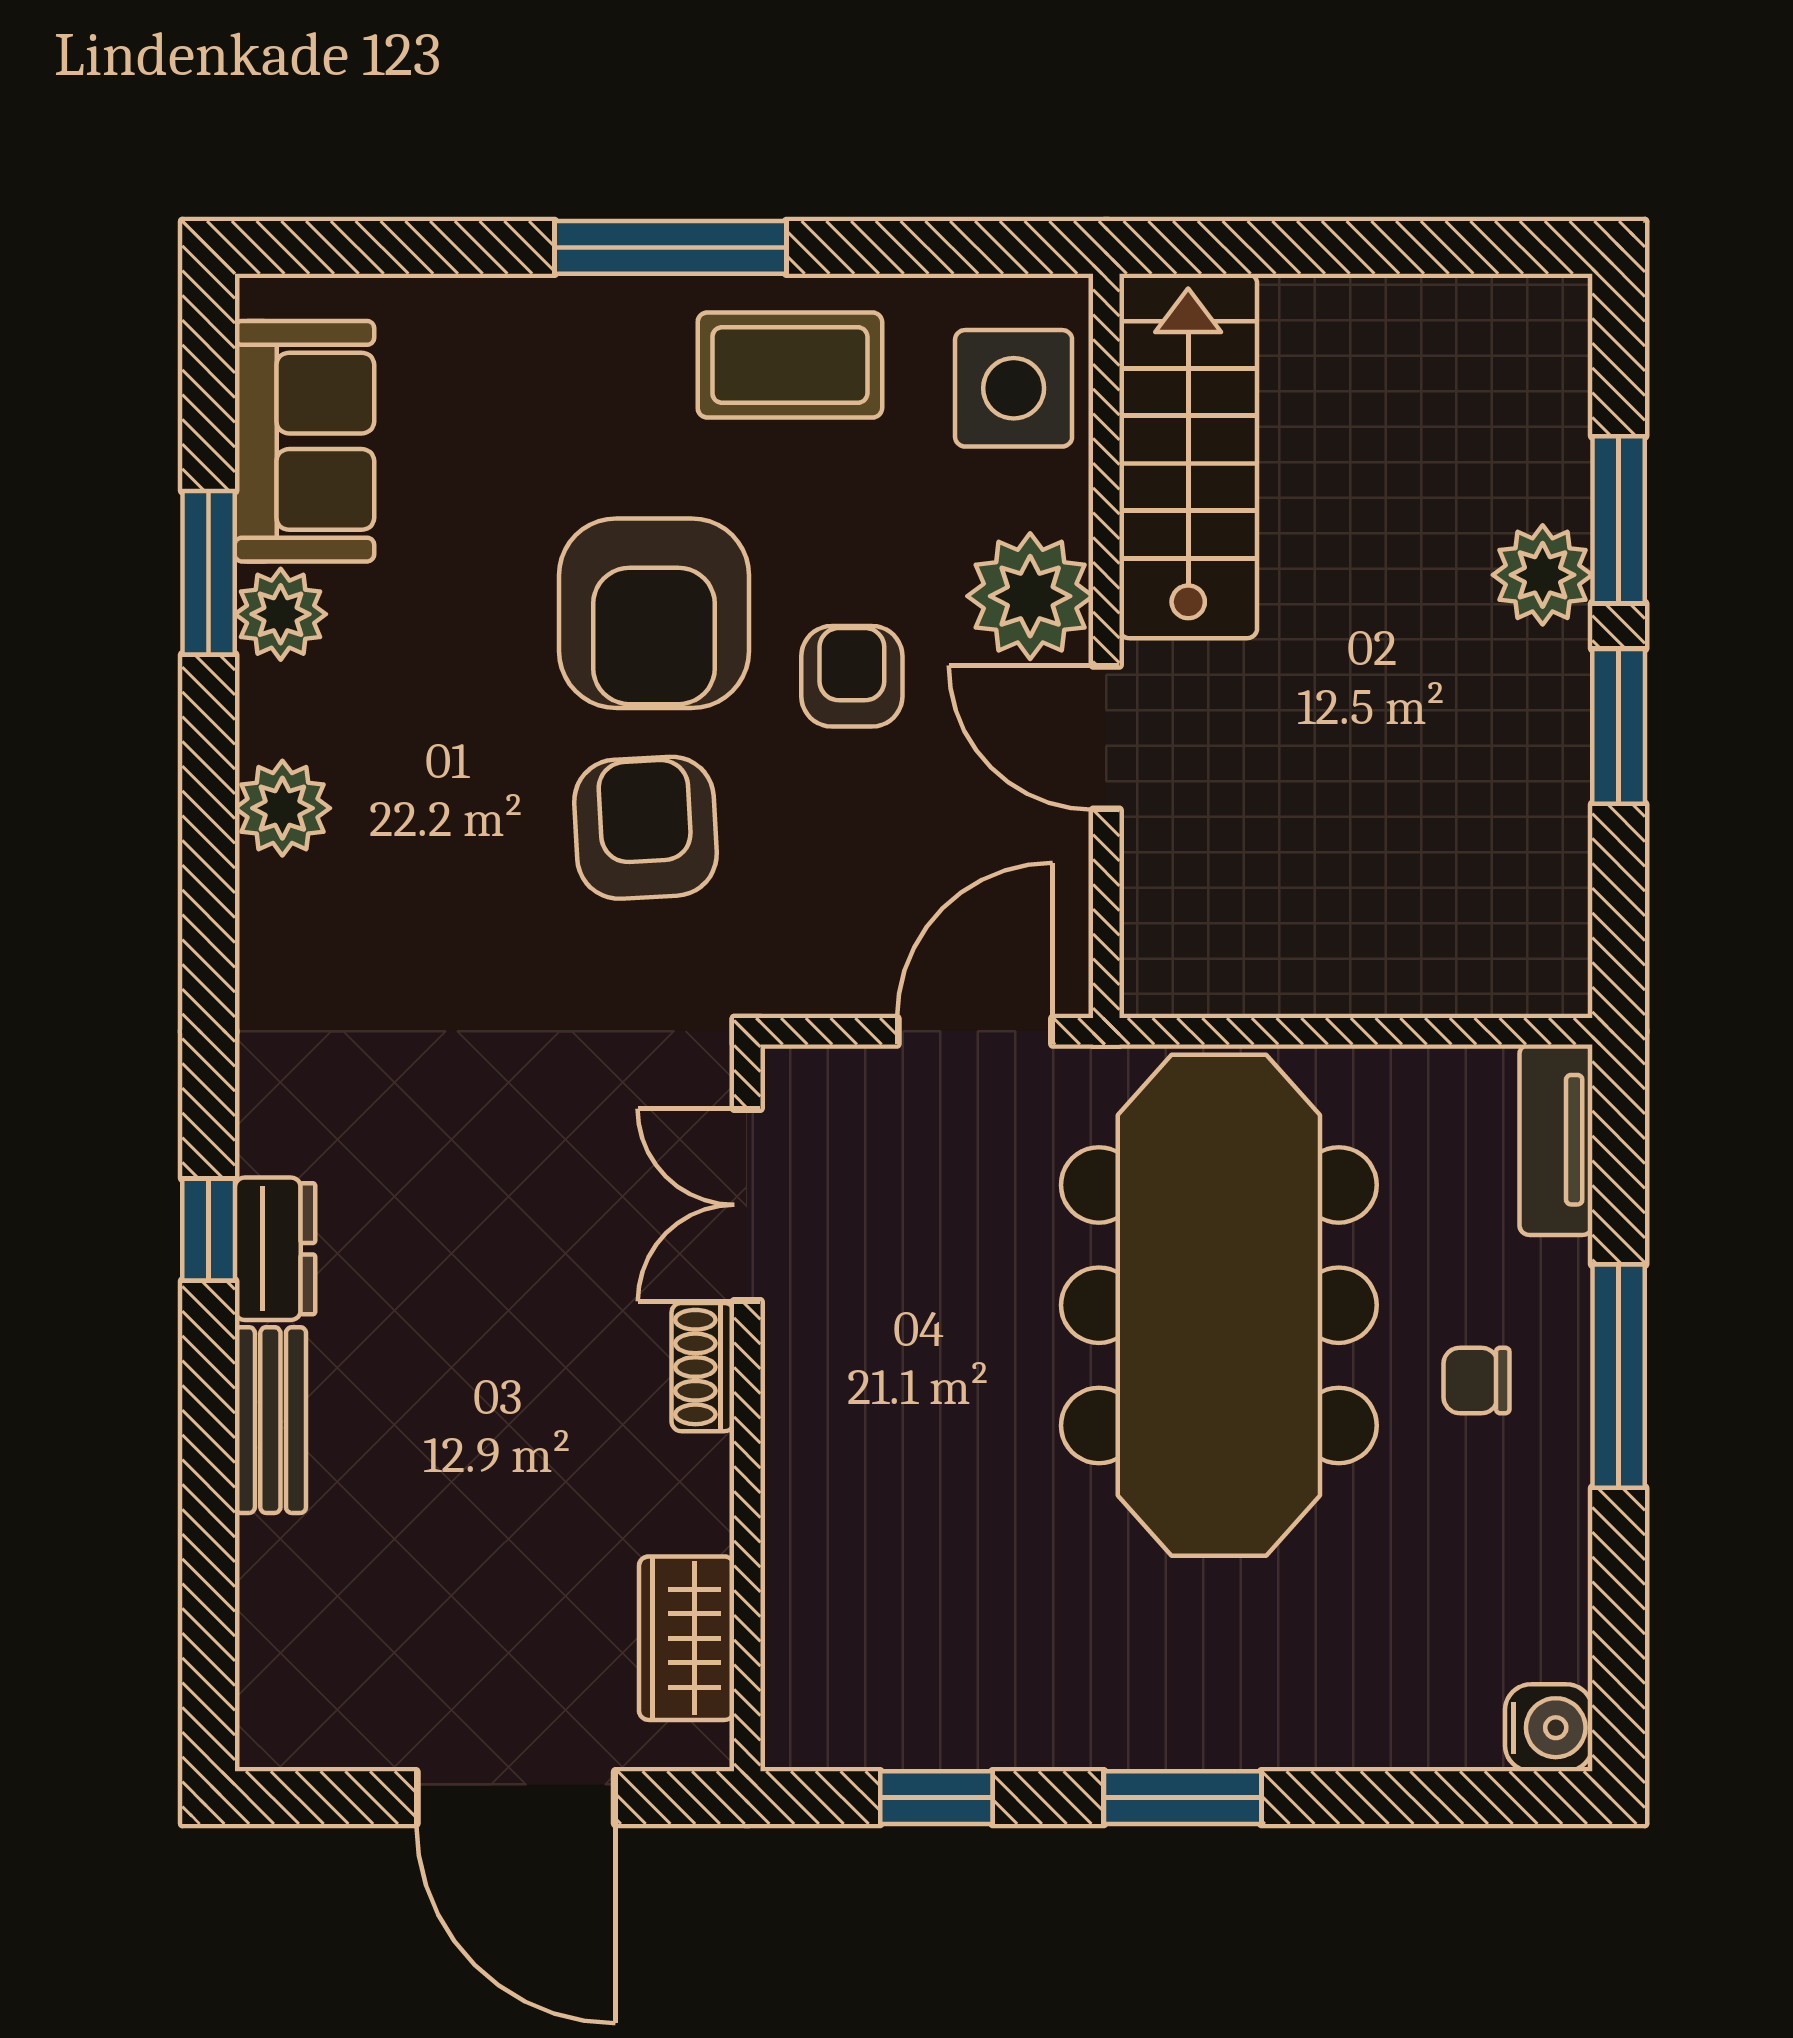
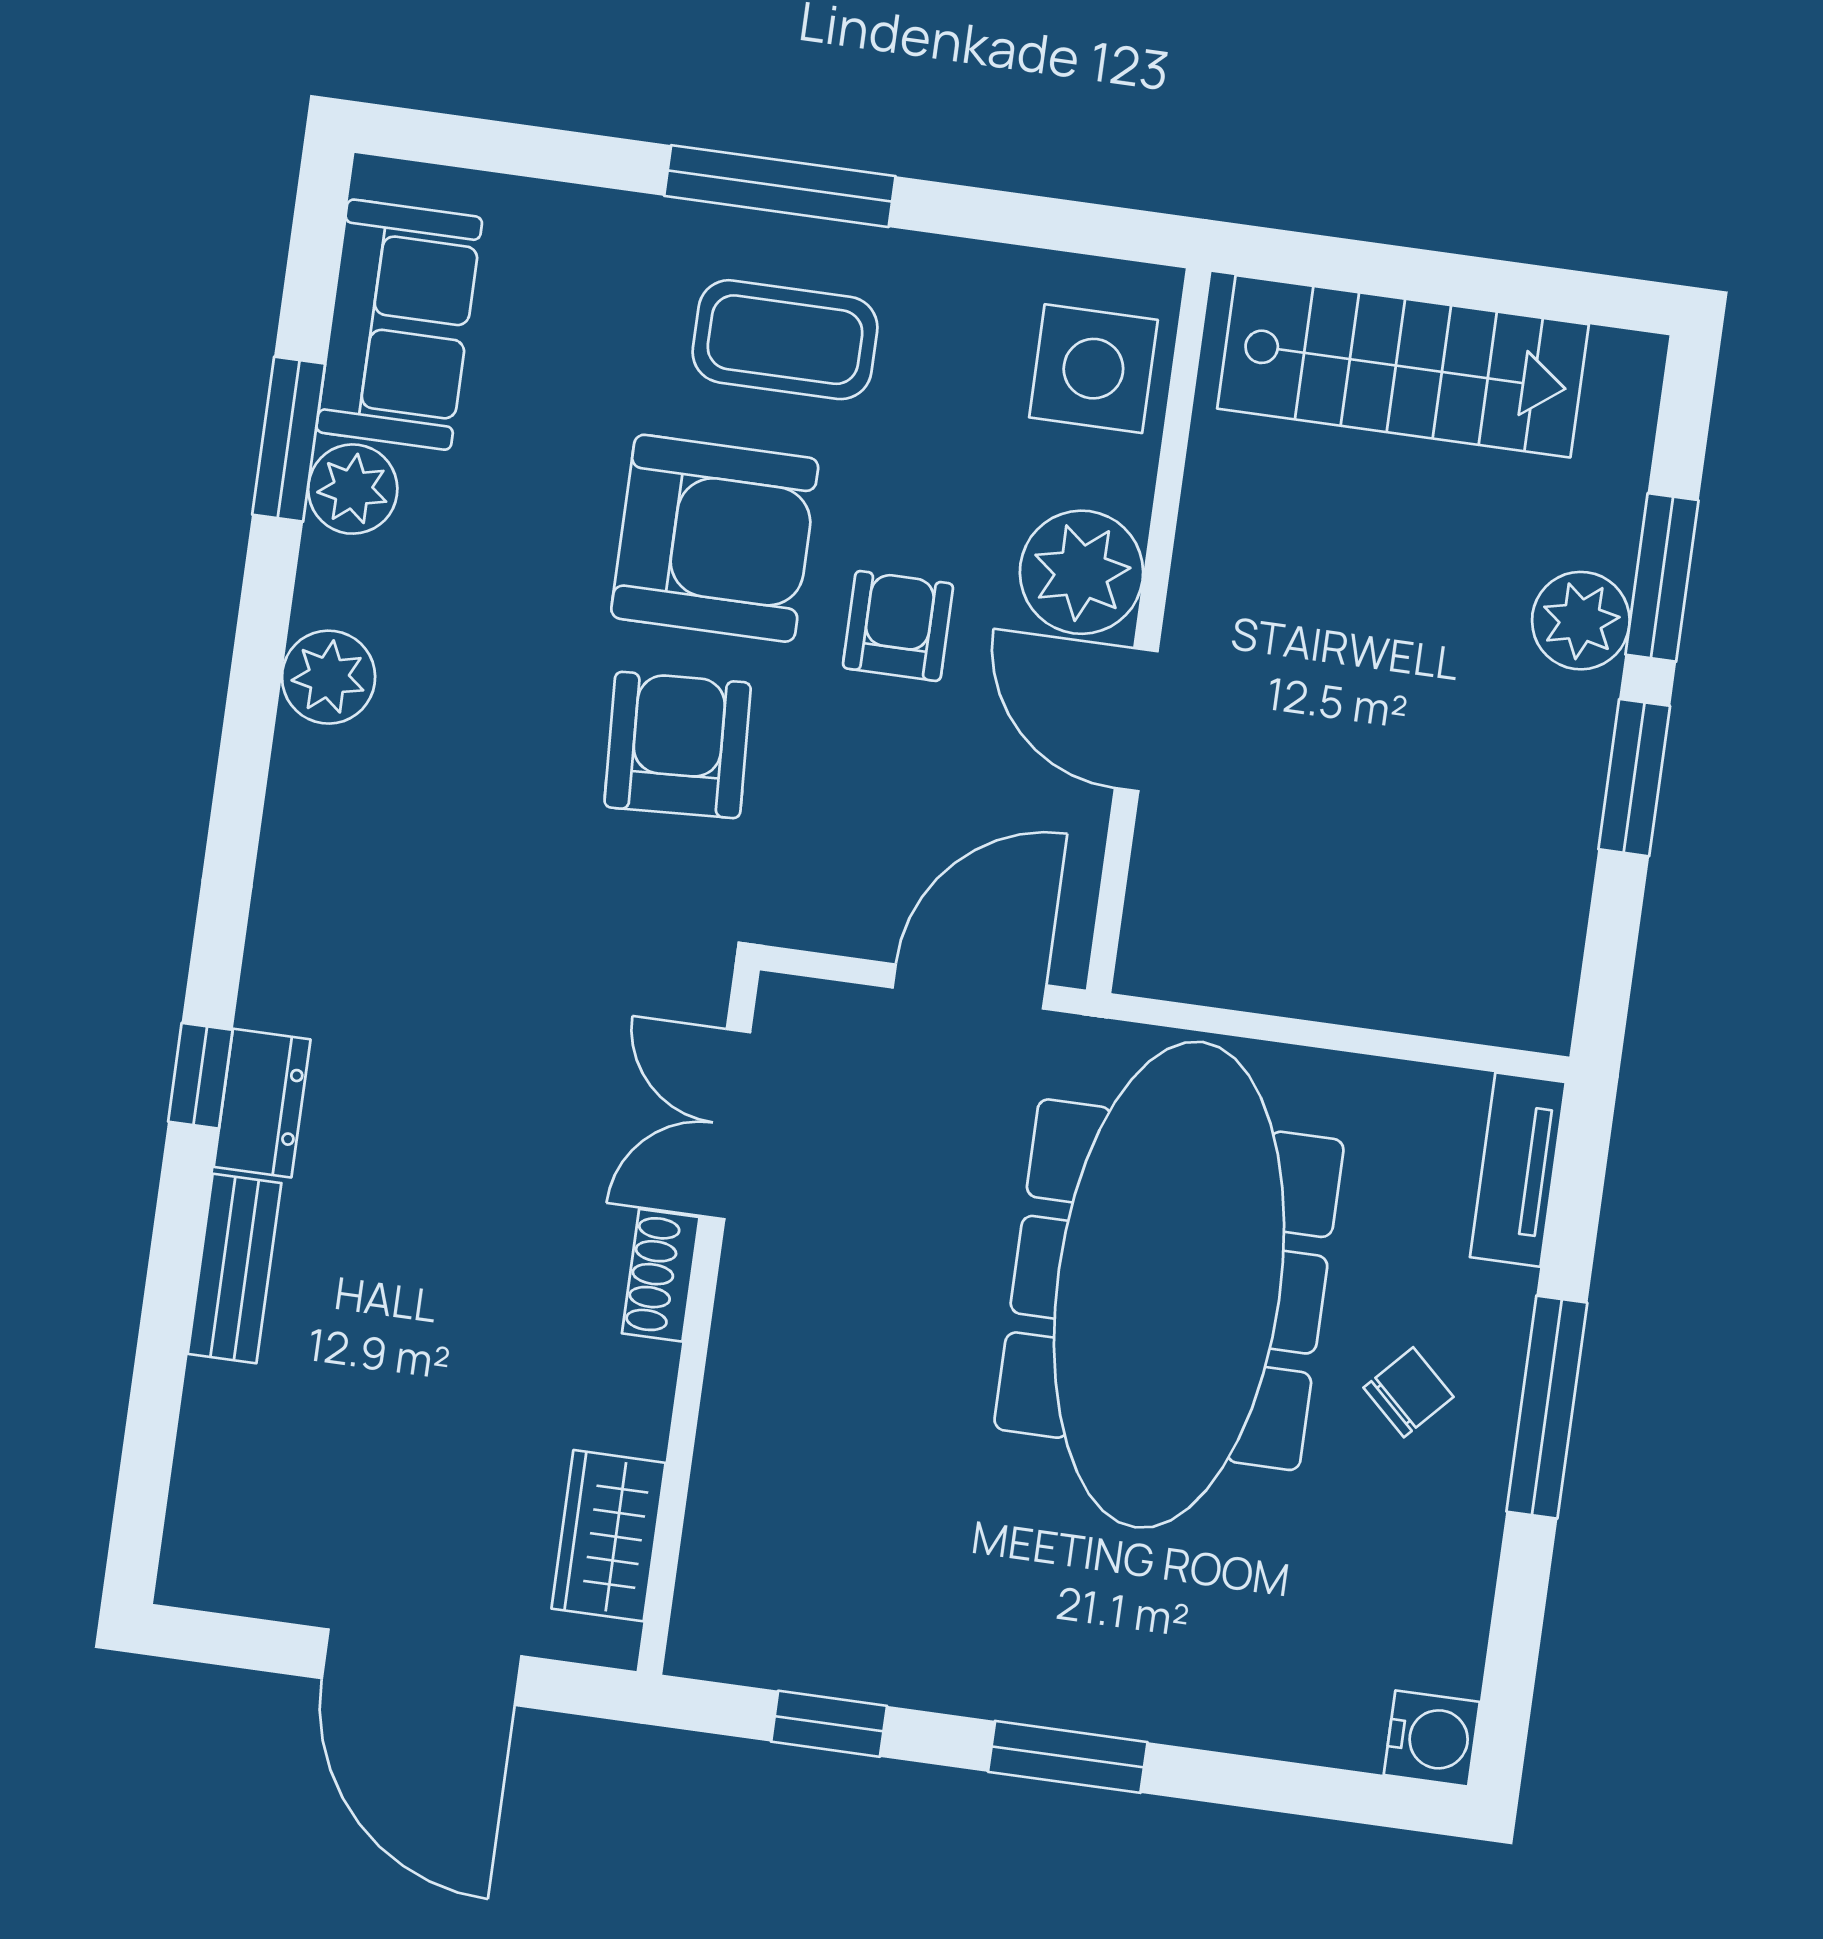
coffee table: (790, 365) -> (785, 340), moved
stairs: (1188, 456) -> (1403, 366), moved, turned 90
armchair: (654, 613) -> (715, 538), turned -90
chair: (1477, 1380) -> (1409, 1392), turned 133

